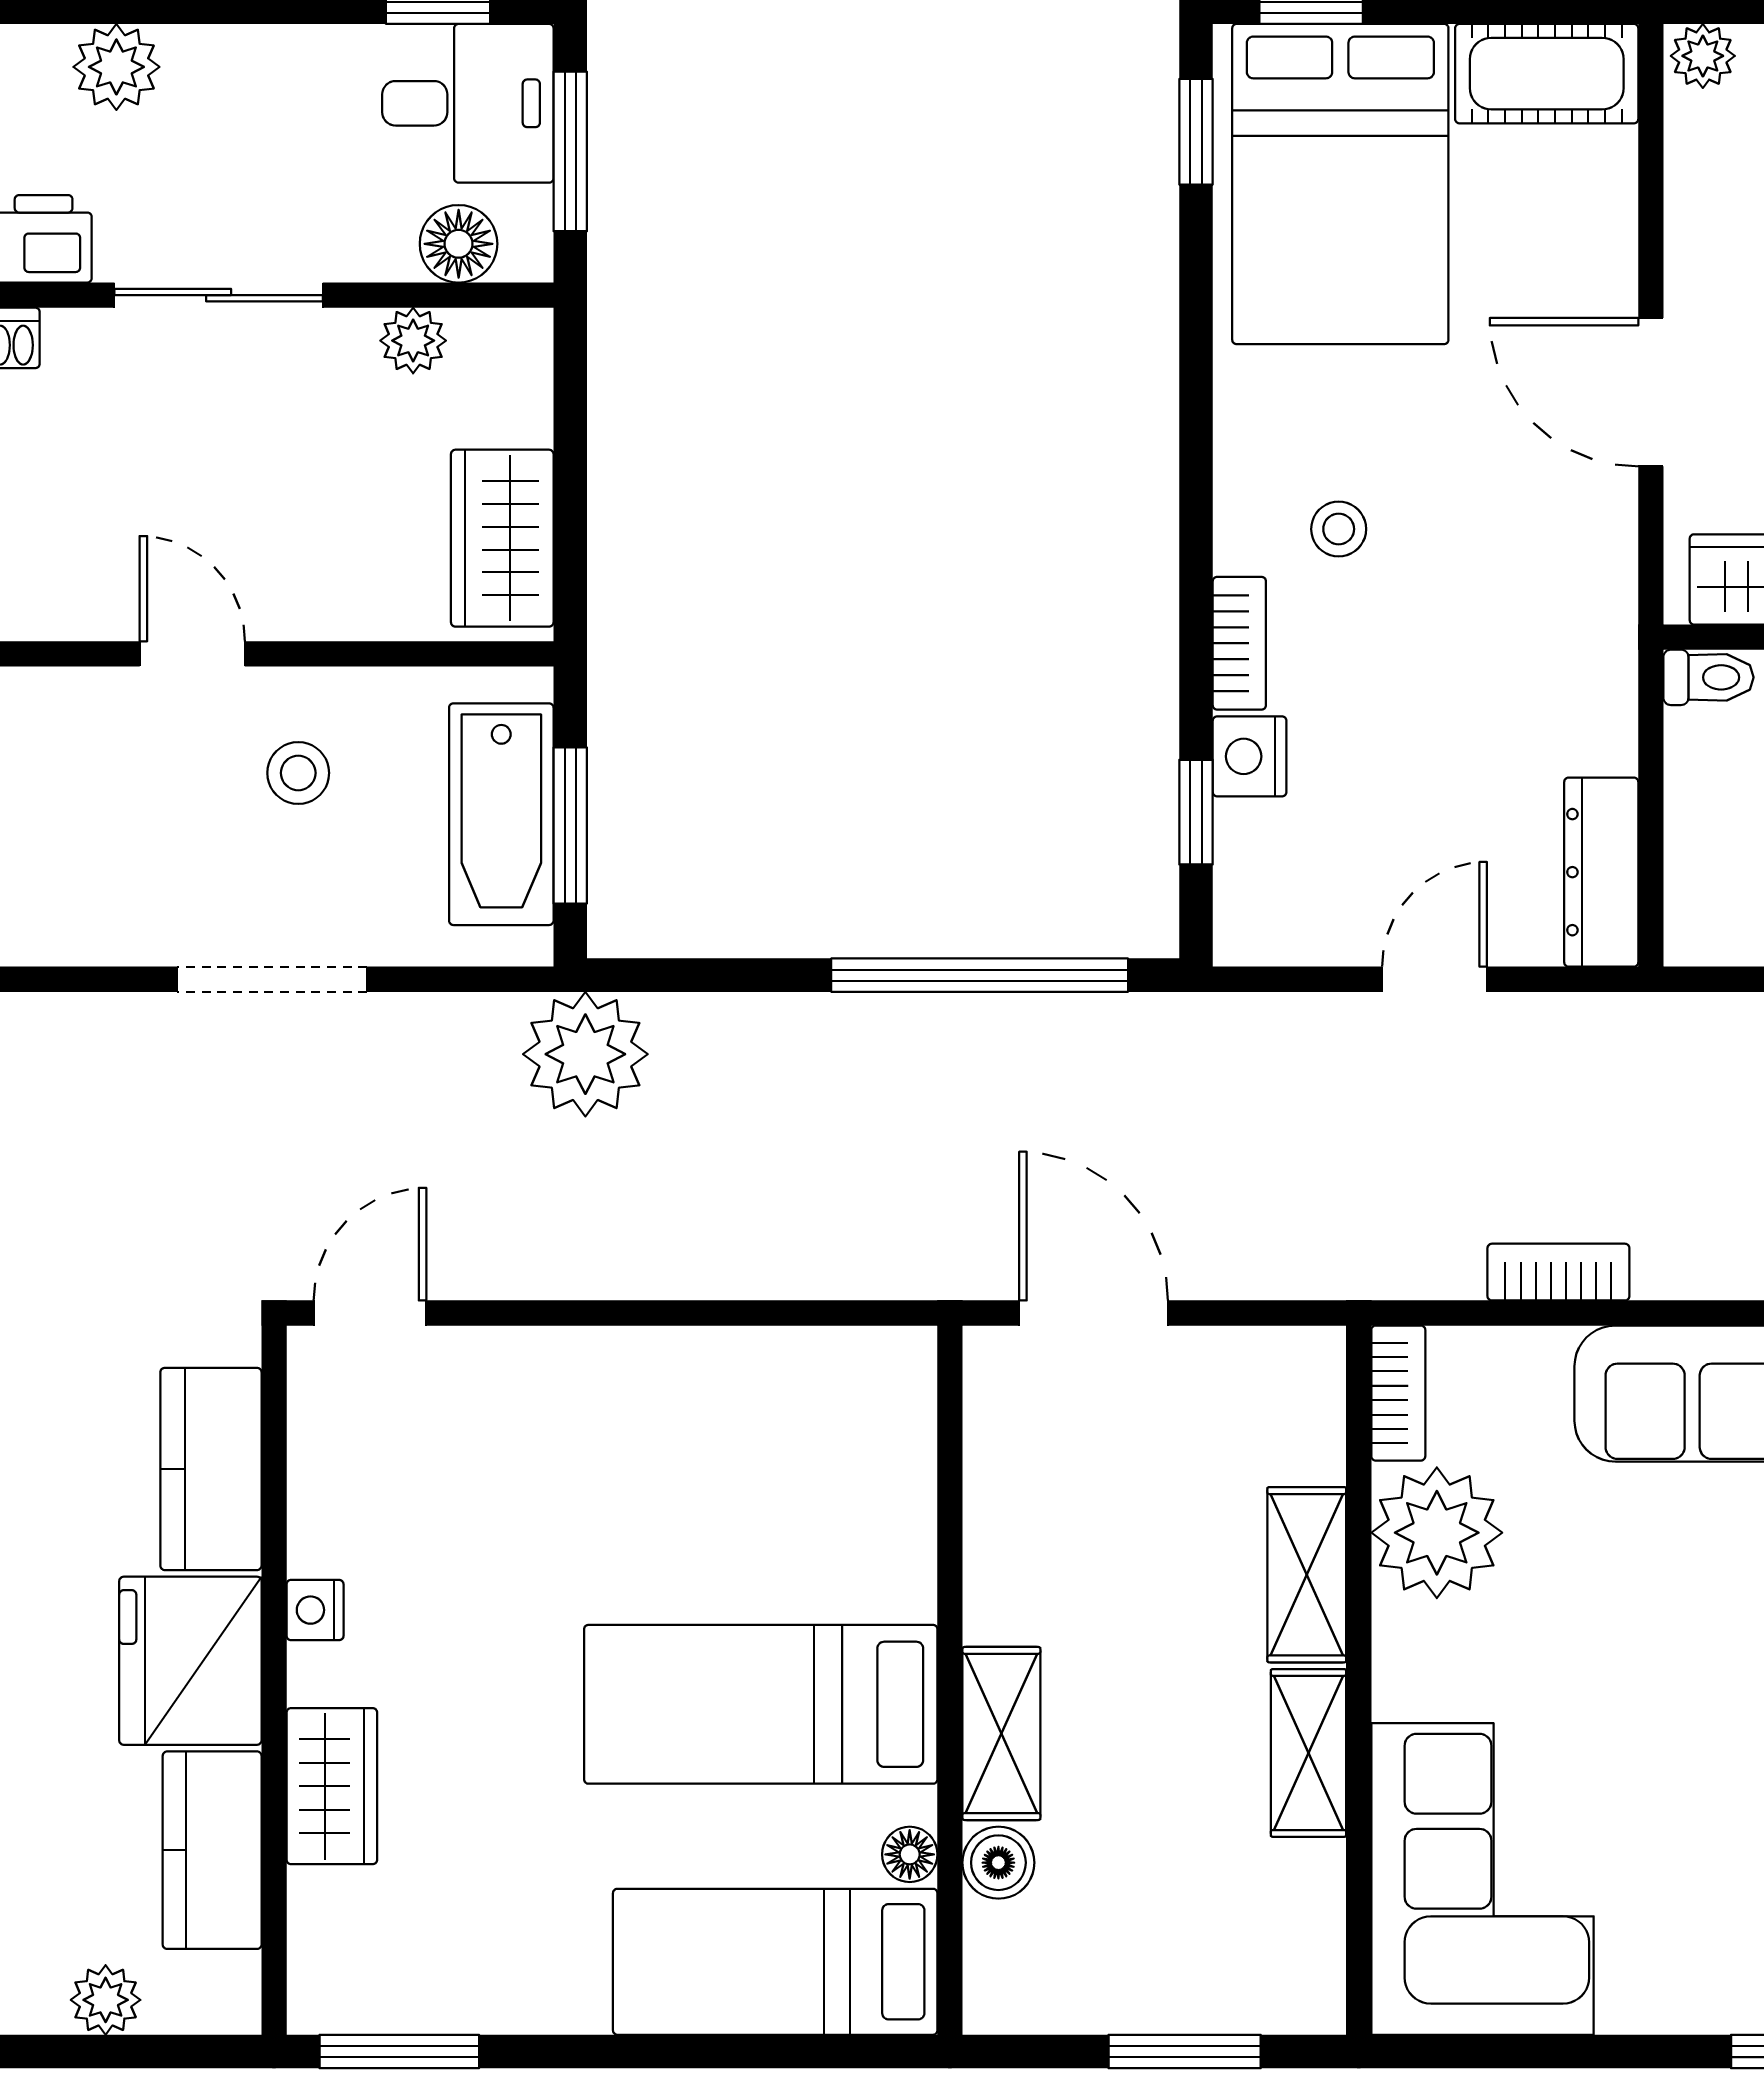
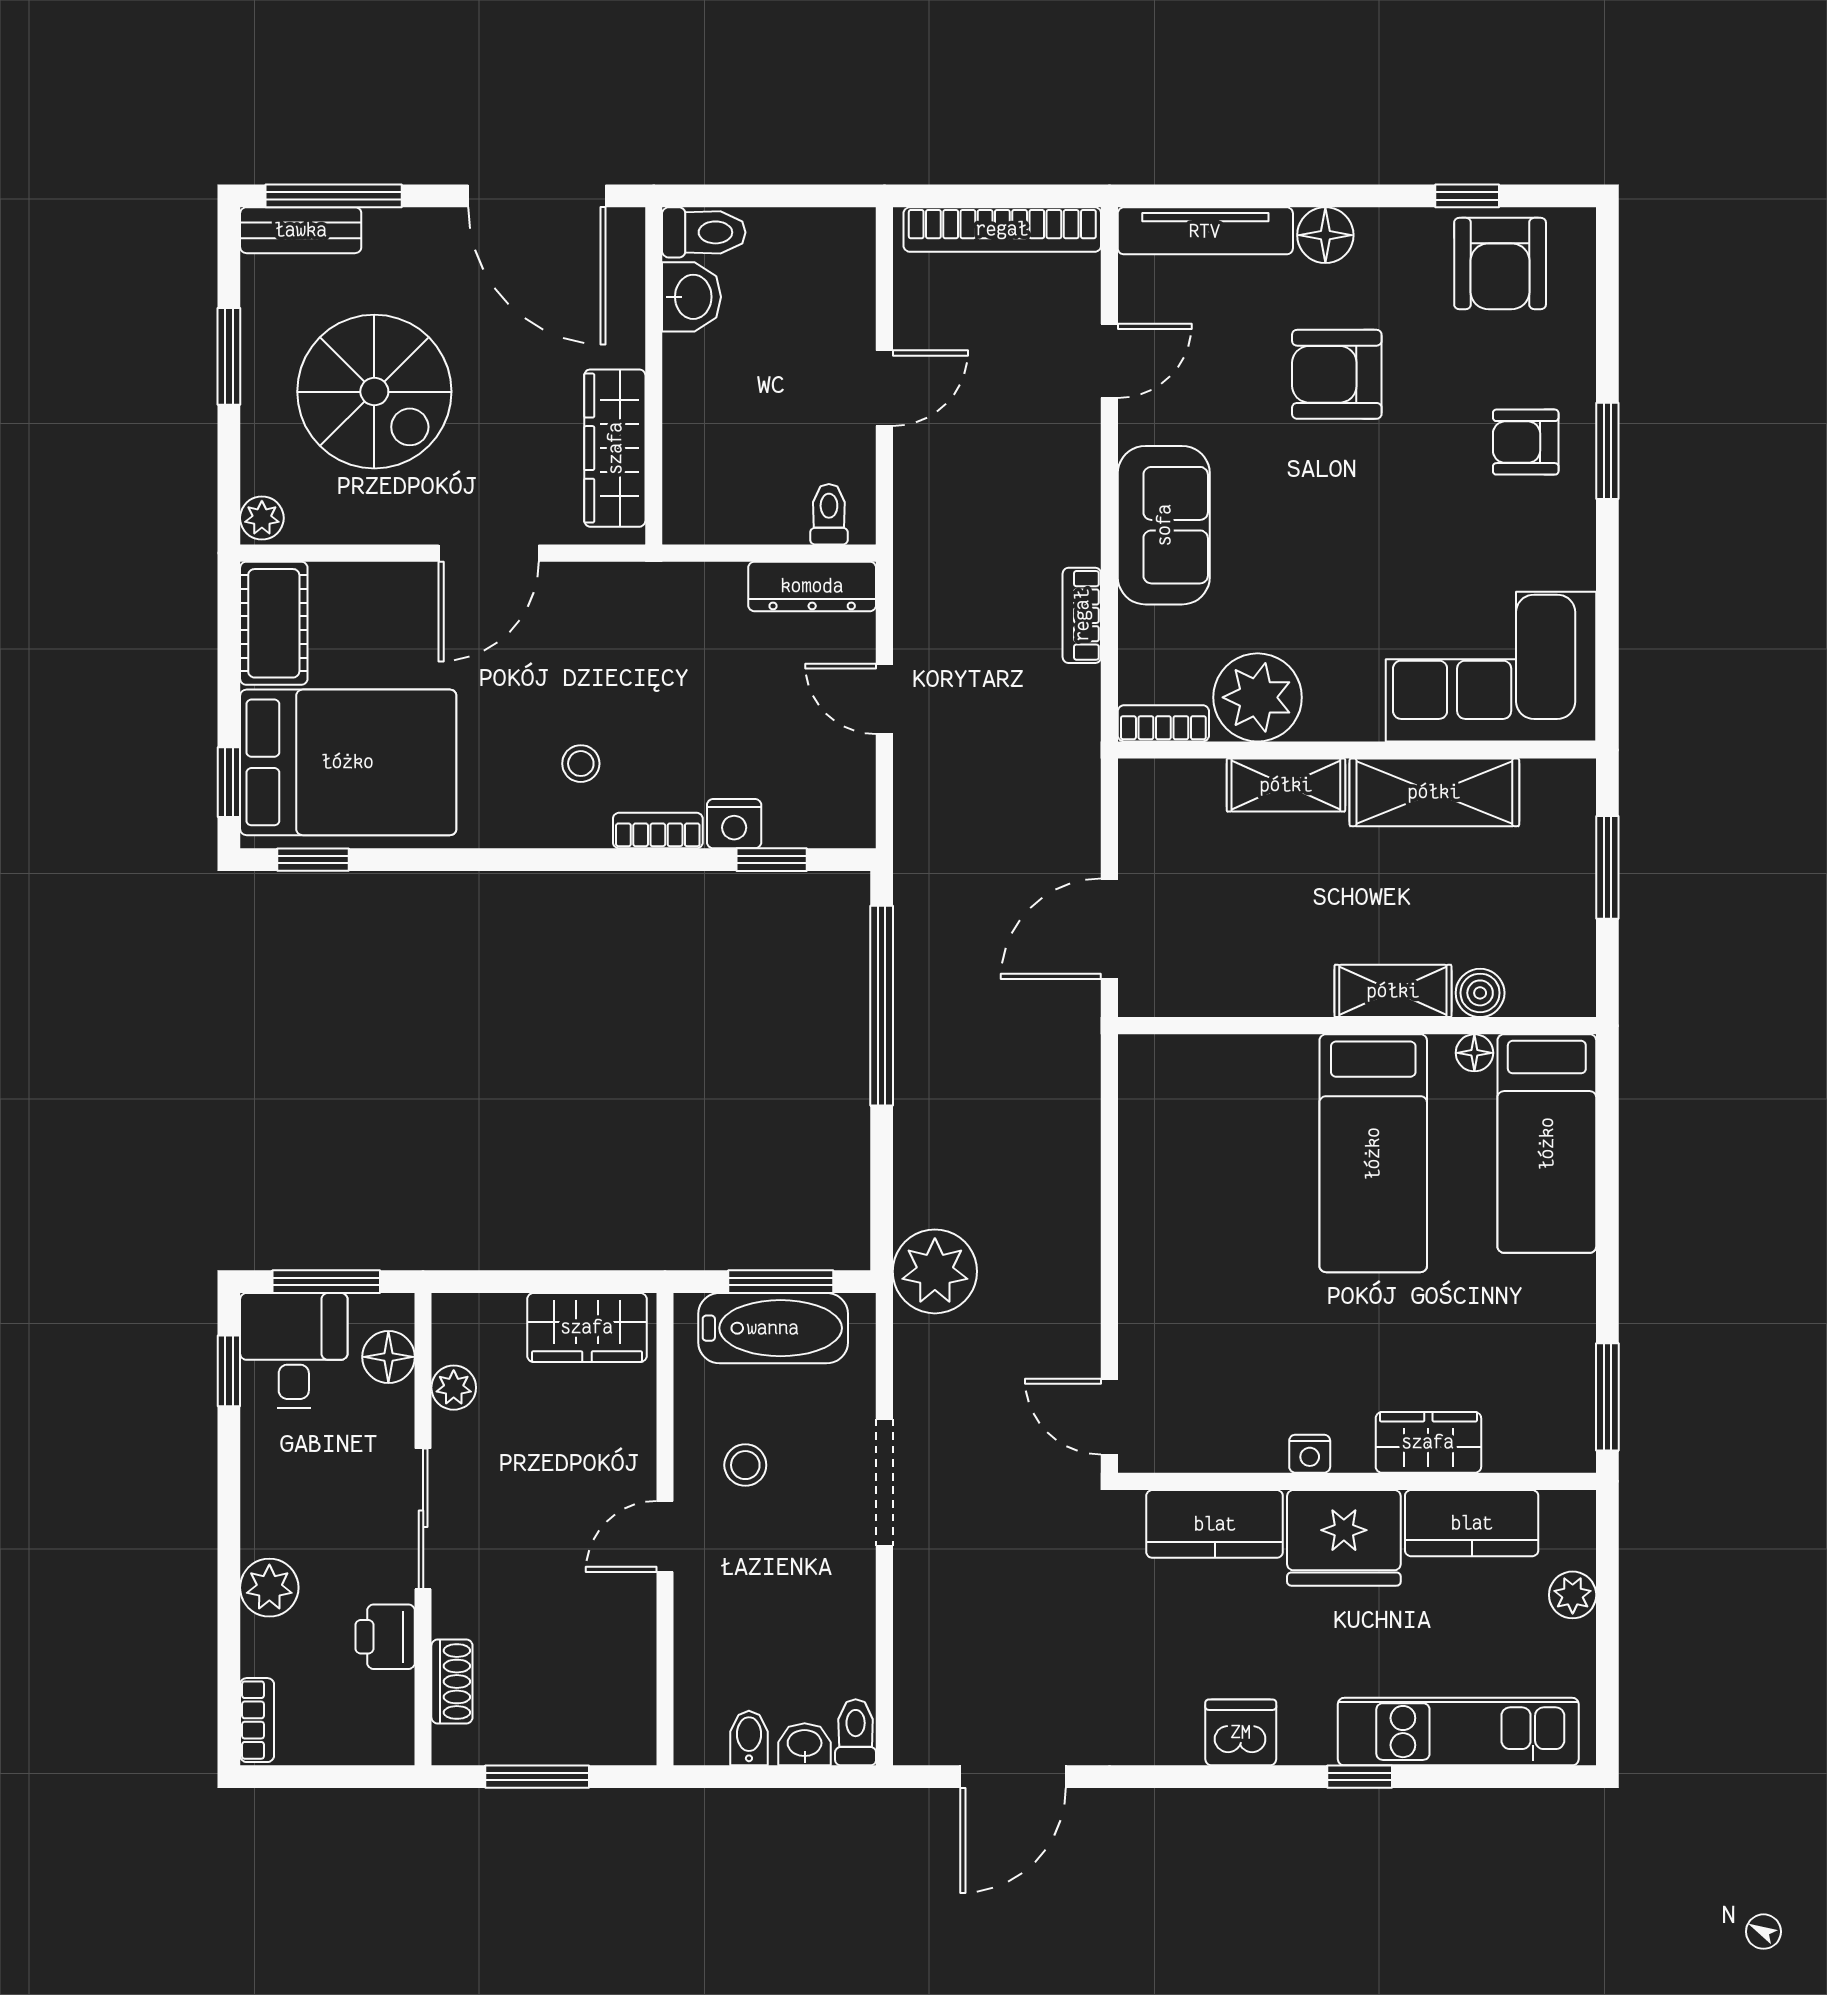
toilet: (1708, 677) -> (829, 514), moved
shelving: (1309, 1753) -> (1434, 792), width x1.50, depth x1.33

